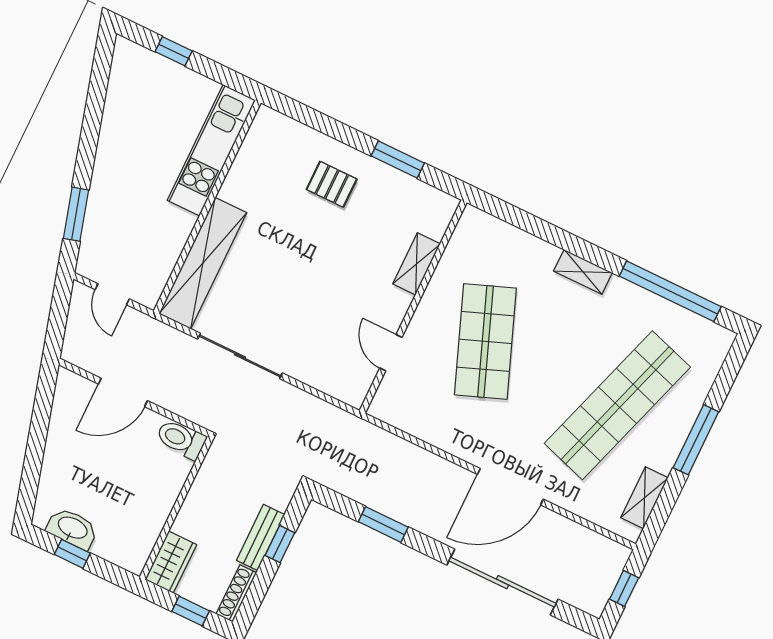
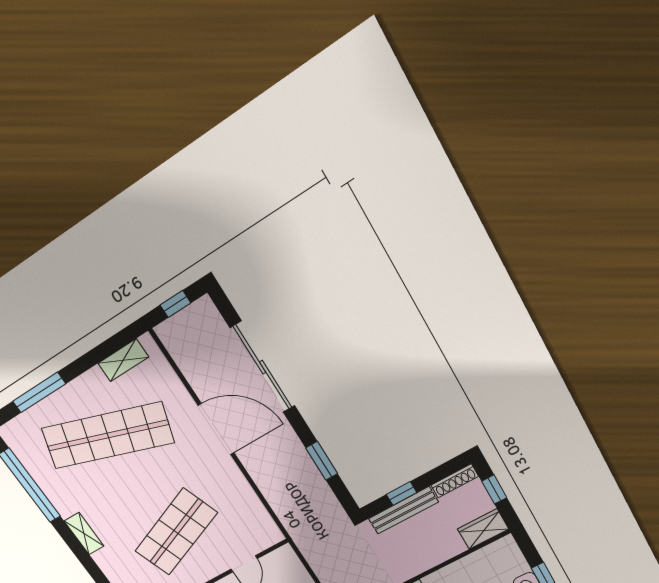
window: (696, 440) -> (39, 393), moved
bench: (261, 537) -> (403, 510), width x1.36

